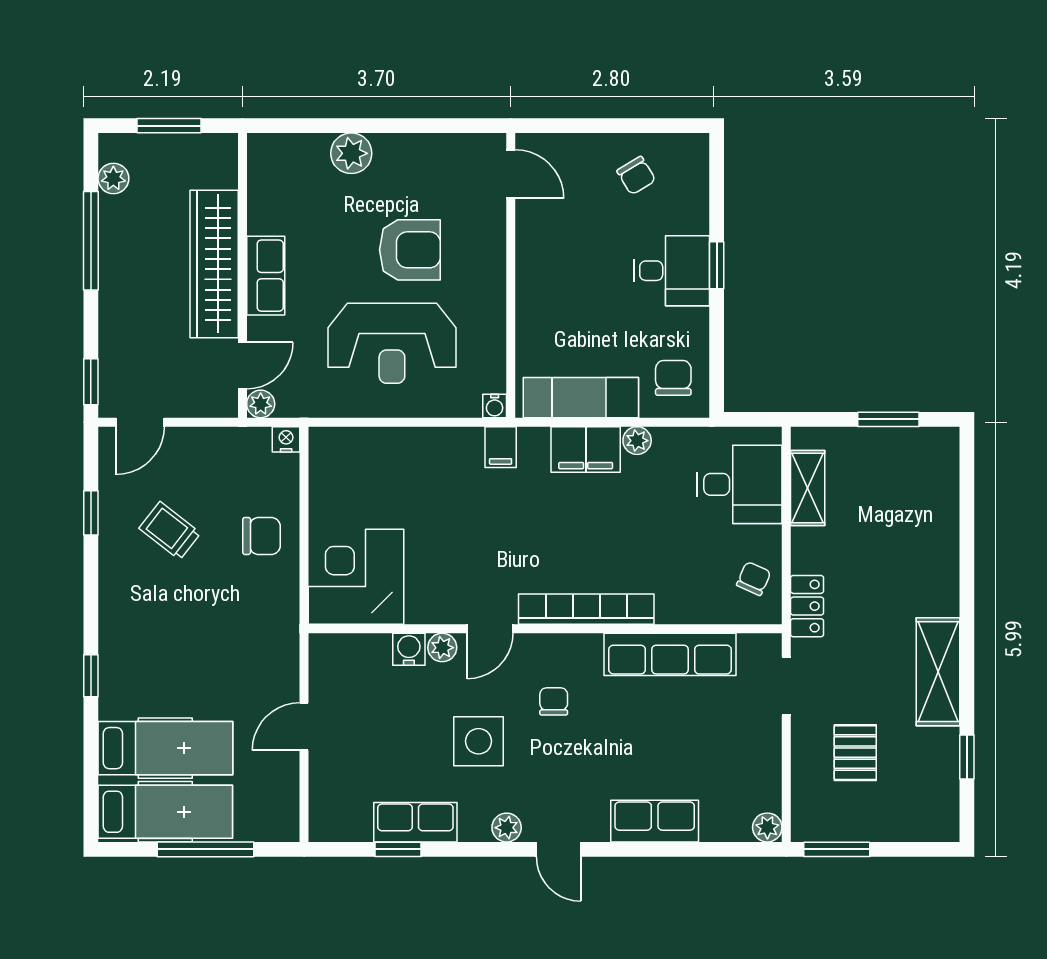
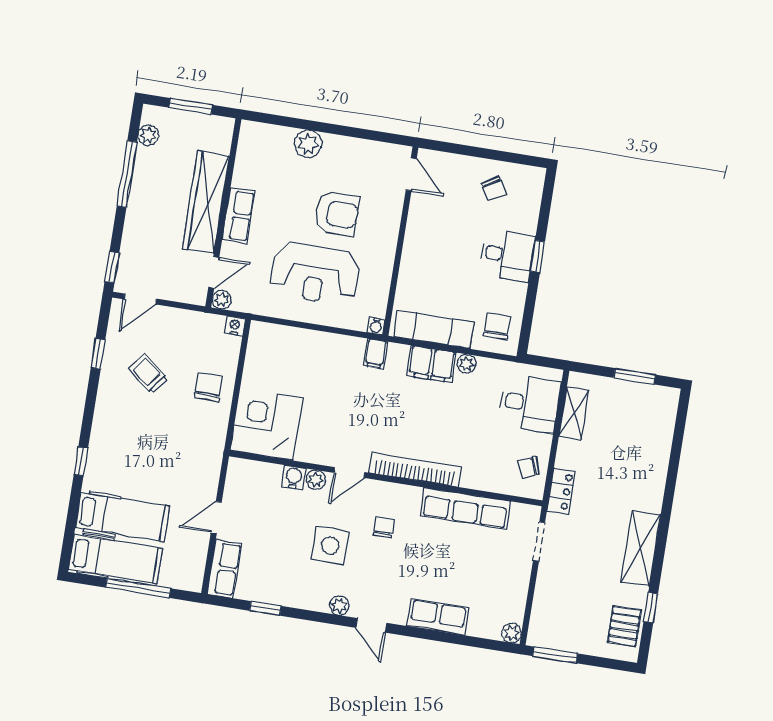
chair: (261, 536) -> (208, 387), turned -90
chair: (754, 579) -> (529, 467), turned -136
pallet: (855, 753) -> (624, 626), moved
row of seats: (415, 822) -> (224, 569), moved, turned 90

